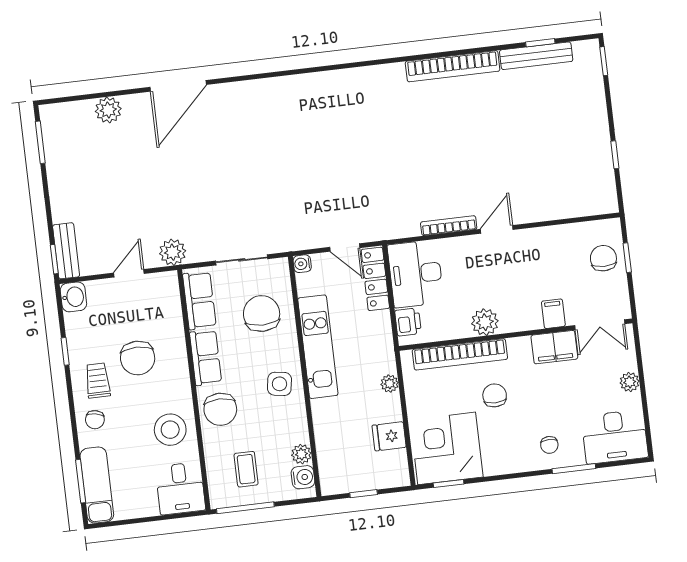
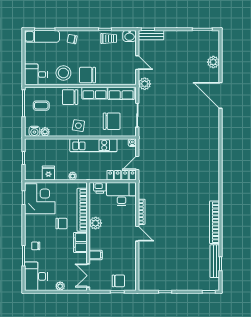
filing cabinet: (554, 347) -> (80, 242), moved
chair: (138, 358) -> (88, 75), moved
trolley: (98, 381) -> (109, 38), moved

